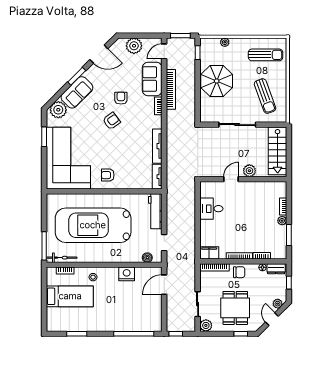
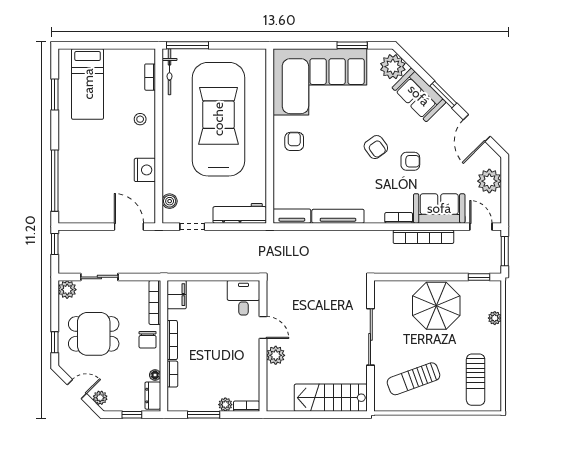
plant: (249, 171) -> (276, 355), moved
door: (231, 179) -> (263, 328), moved
wall: (243, 179) -> (263, 346), moved
bed: (70, 296) -> (88, 84), moved

